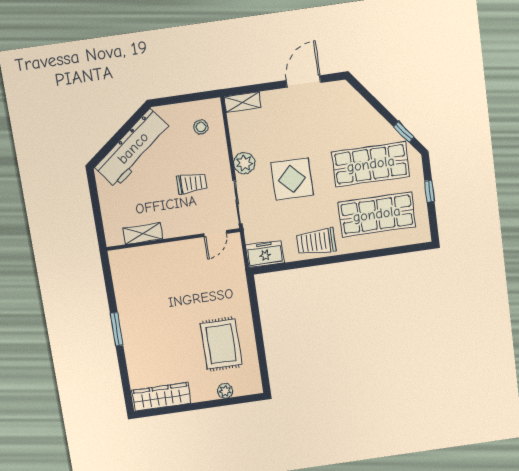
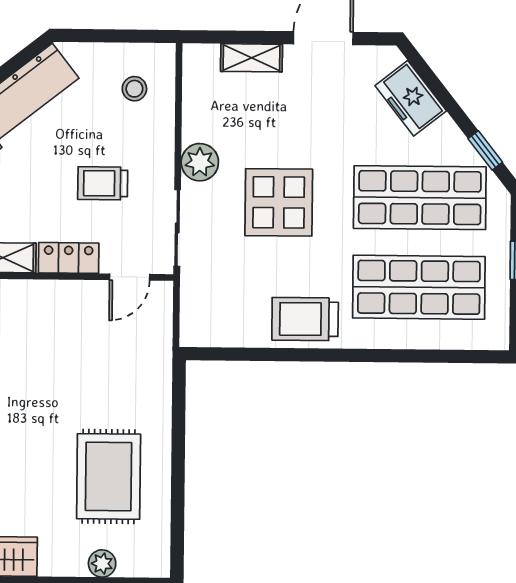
shelving: (243, 102) -> (251, 58), moved
trolley: (192, 183) -> (103, 183), turned 180
locker: (179, 228) -> (69, 258), added
freezer: (265, 254) -> (411, 98), moved, turned -128

